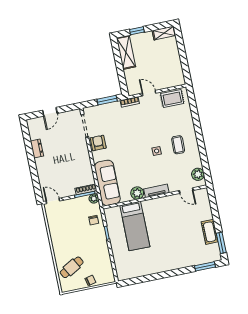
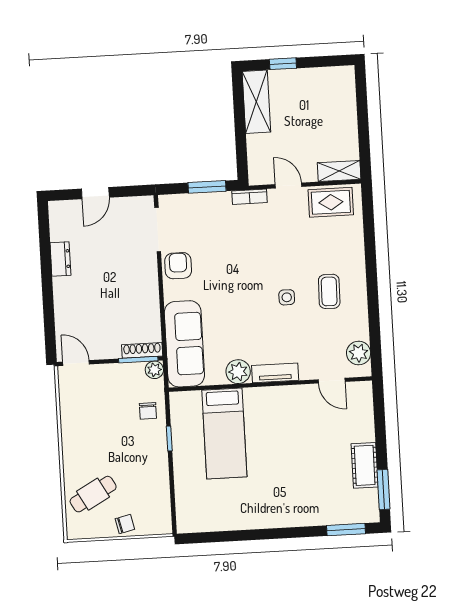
shelving: (164, 33) -> (339, 171), moved

